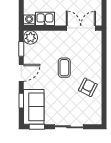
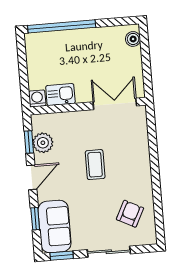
plant: (31, 37) -> (43, 143), moved
armchair: (88, 87) -> (130, 214), moved

